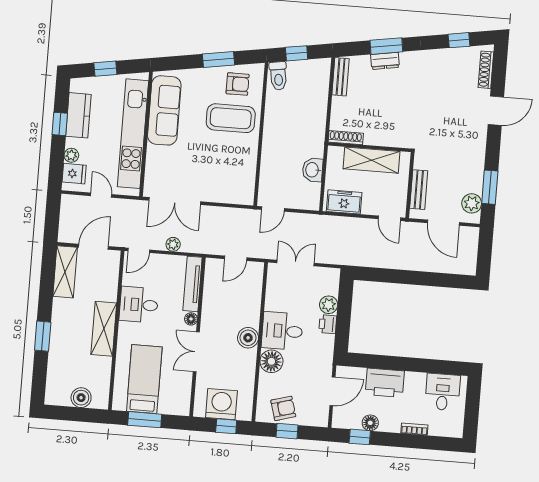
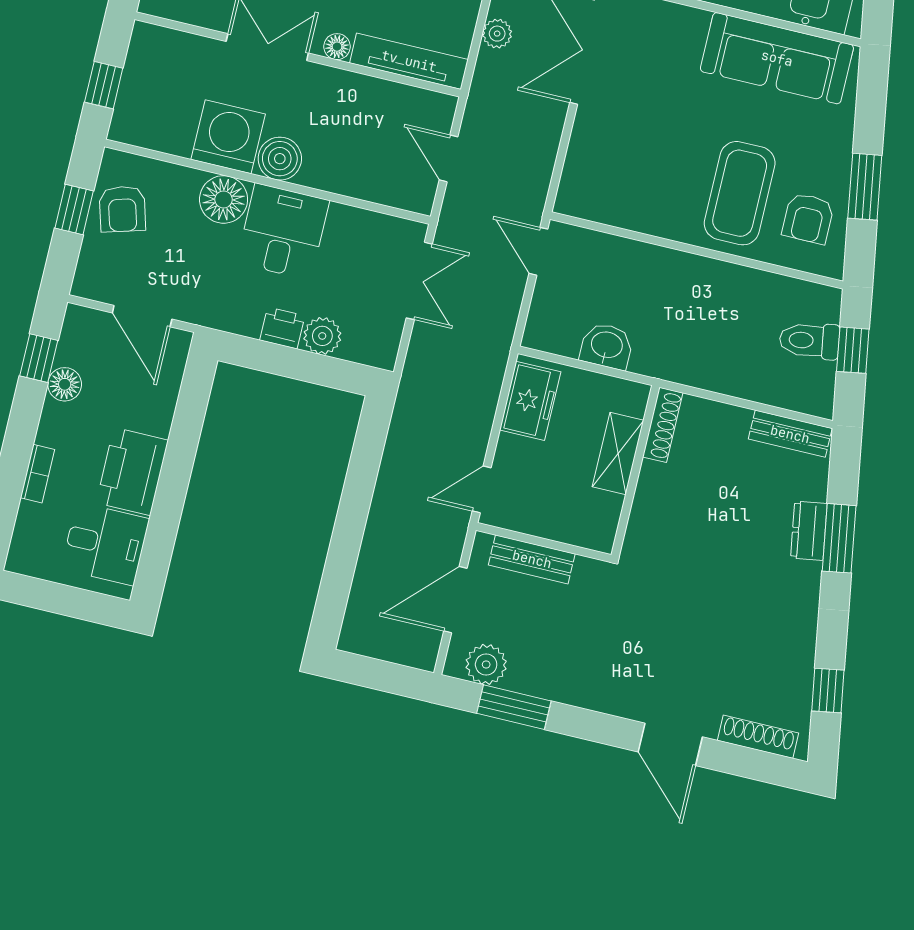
toilet: (278, 76) -> (809, 341), moved
shelving: (371, 160) -> (618, 453), width x0.67, depth x0.75
printer: (385, 383) -> (132, 471), moved
washing machine: (221, 404) -> (228, 137), moved, turned -90

